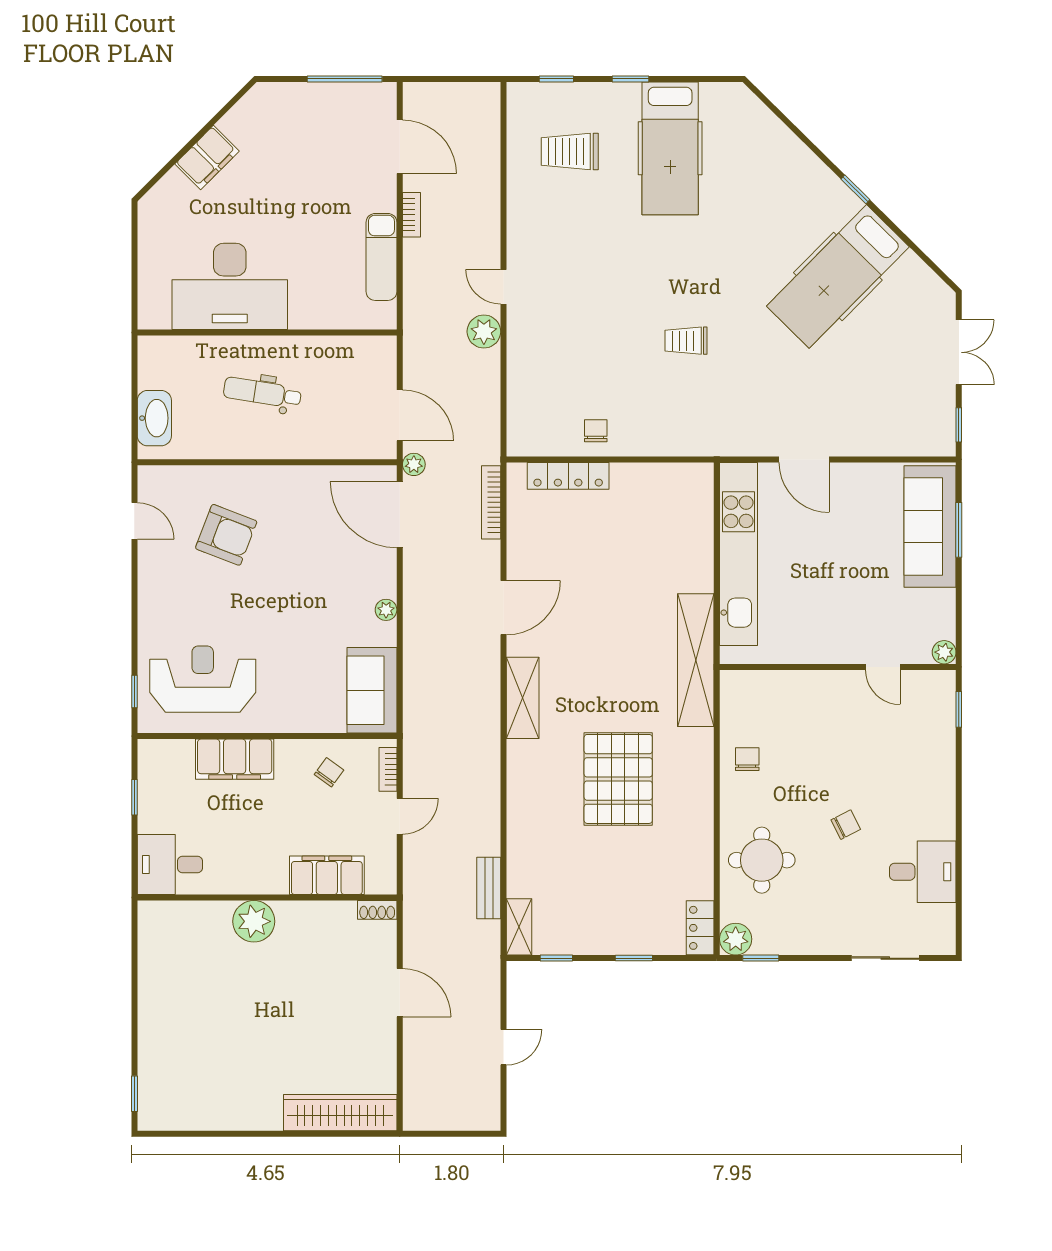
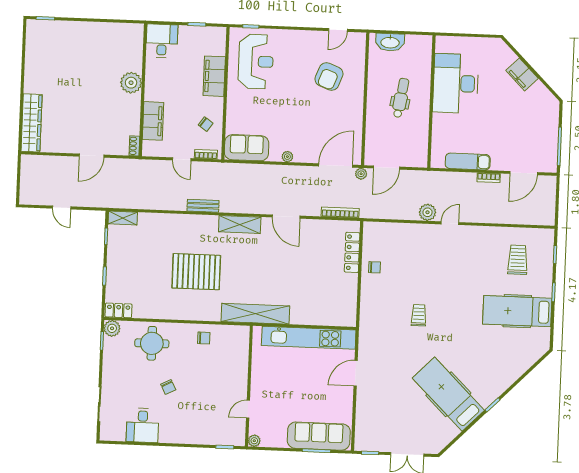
bench: (489, 888) -> (203, 206), moved

